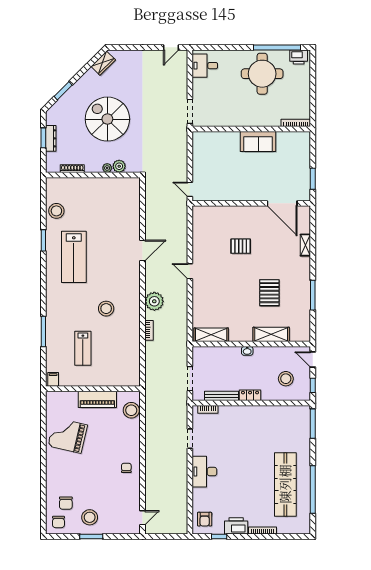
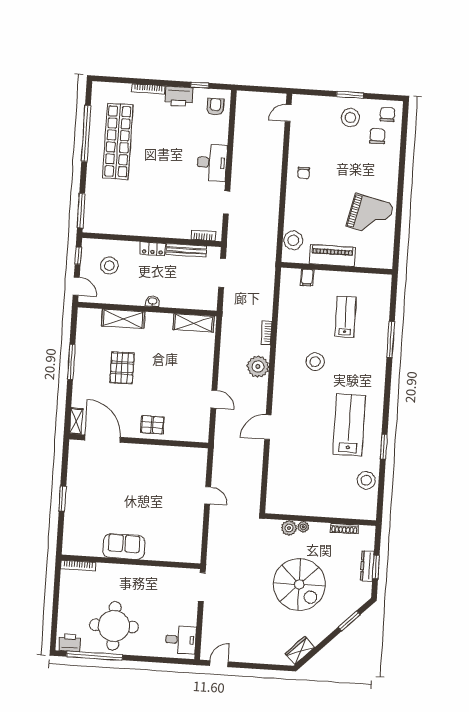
wall: (251, 203) -> (139, 441), moved
door: (282, 203) -> (102, 439), moved
filing cabinet: (53, 379) -> (307, 277), moved

